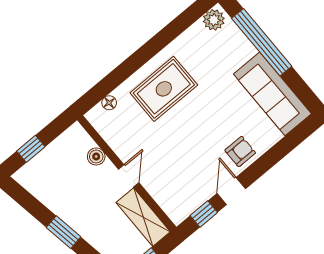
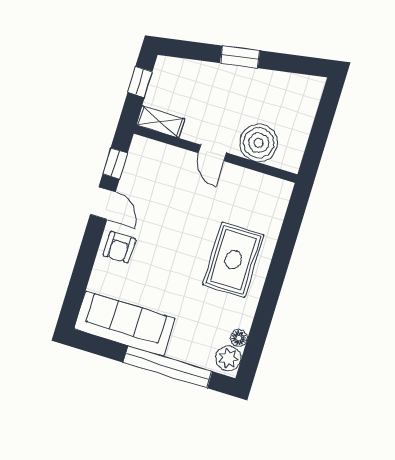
floor lamp: (109, 103) -> (239, 338), moved
window: (31, 149) -> (324, 117), removed
boiler: (96, 157) -> (259, 143), width x1.86, depth x1.86
shelving: (143, 217) -> (160, 122), width x0.67, depth x0.75

